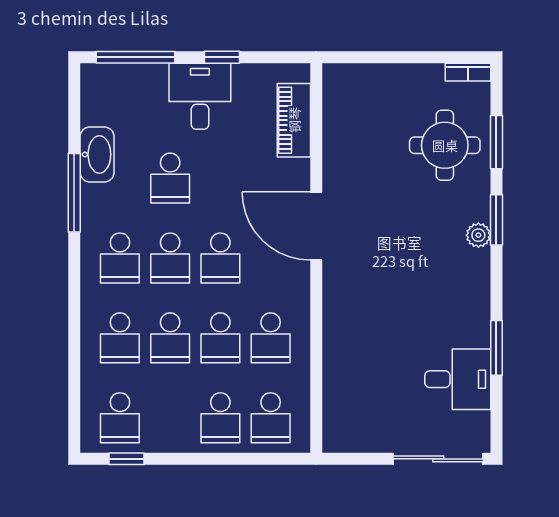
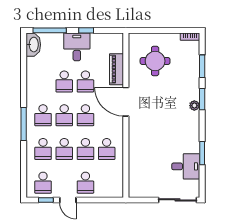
piano: (294, 120) -> (117, 69), moved
round table: (445, 145) -> (155, 61), moved
washbasin: (97, 154) -> (33, 45), moved
window: (74, 193) -> (24, 124), moved
school desk: (271, 418) -> (85, 81), moved
door: (179, 459) -> (68, 200), added

